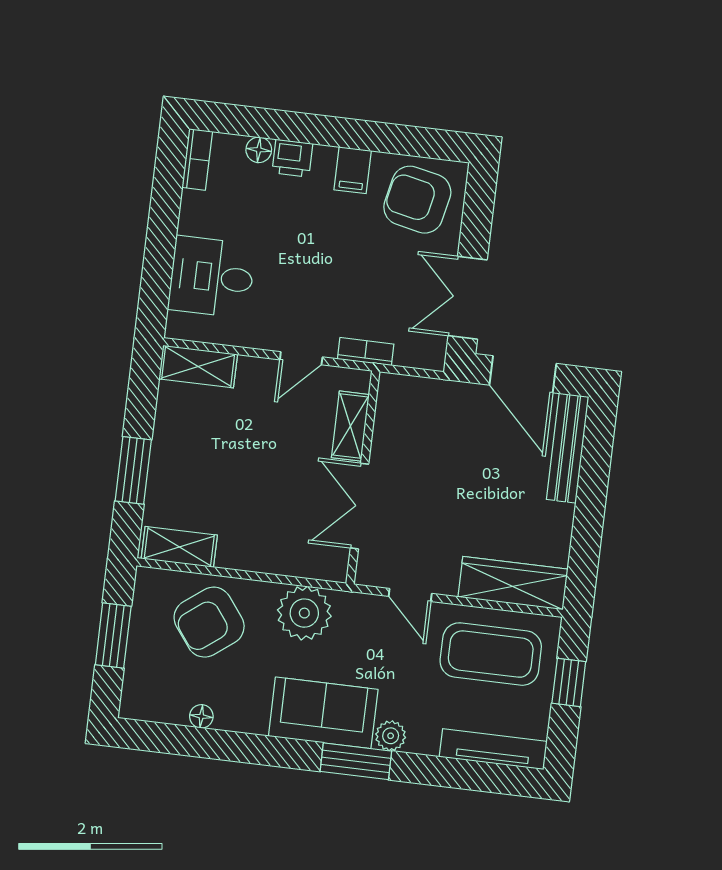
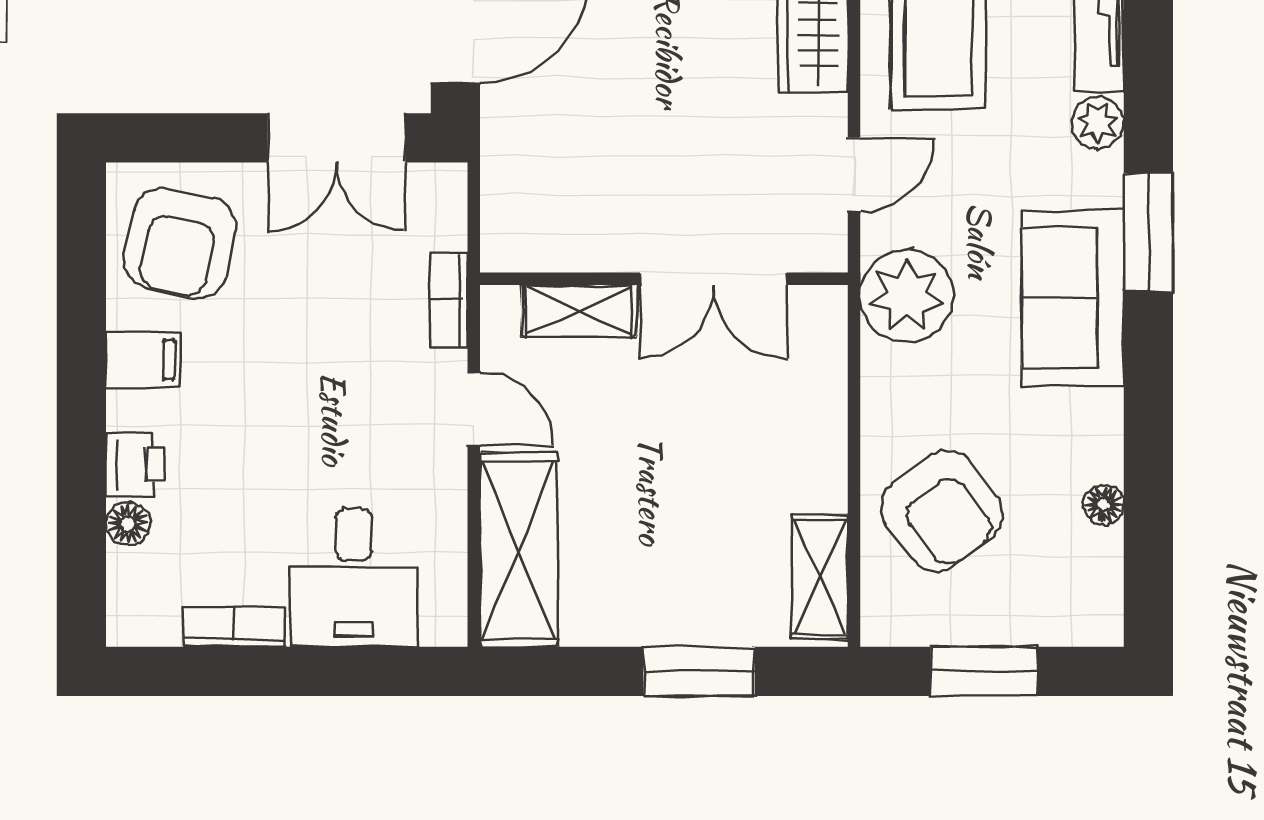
bookcase: (197, 159) -> (234, 626), moved
shelving: (198, 367) -> (519, 550), width x1.50, depth x1.33
plant: (304, 613) -> (907, 296), moved
plant: (391, 736) -> (1098, 122), moved

